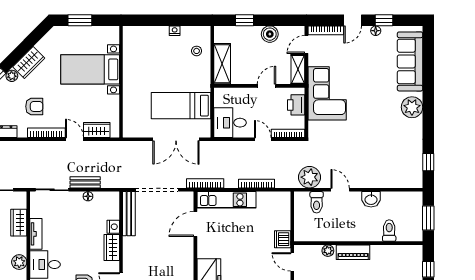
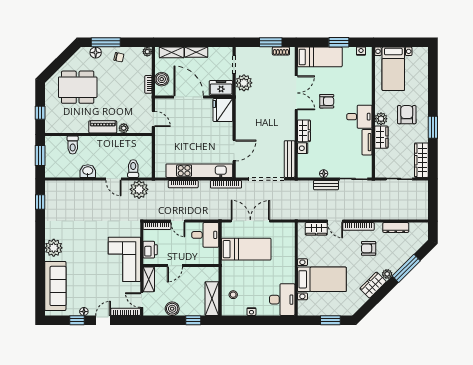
door: (306, 44) -> (142, 300), swing flipped
desk: (138, 45) -> (282, 300), added
shelving: (222, 64) -> (212, 299), moved
kitchen unit: (226, 200) -> (199, 171), width x1.36
wardrobe: (19, 223) -> (381, 137), moved
dishwasher: (283, 239) -> (161, 138), removed

